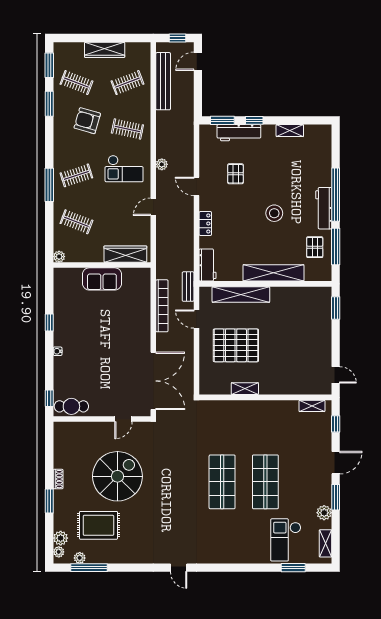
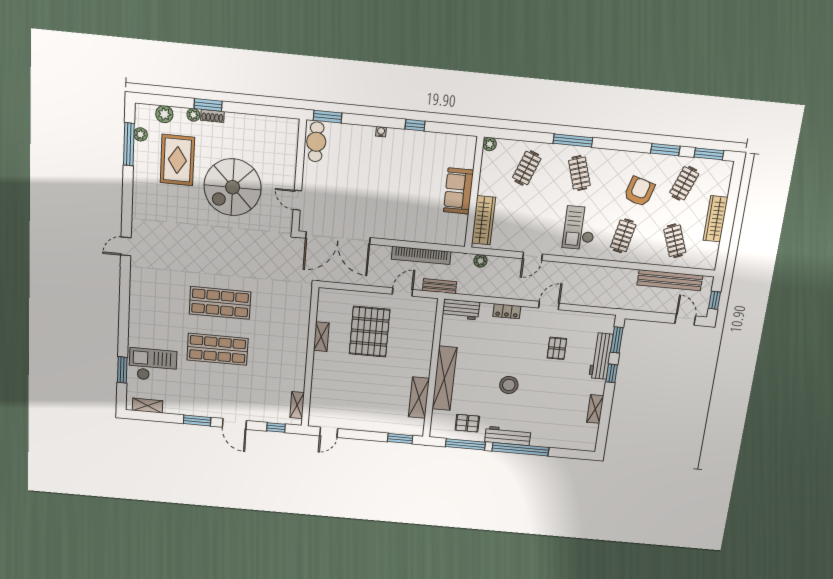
plant: (162, 164) -> (480, 261), moved
pallet: (235, 174) -> (557, 348), turned 90
door: (153, 207) -> (533, 256), swing flipped
shelving: (241, 294) -> (419, 398), moved, width x0.68
window: (49, 398) -> (328, 117), width x1.50
spiral stairs: (117, 476) -> (233, 187), turned 90
shoe rack: (58, 479) -> (212, 116), moved
plant: (324, 513) -> (181, 407), removed
plant: (59, 552) -> (193, 115), moved

